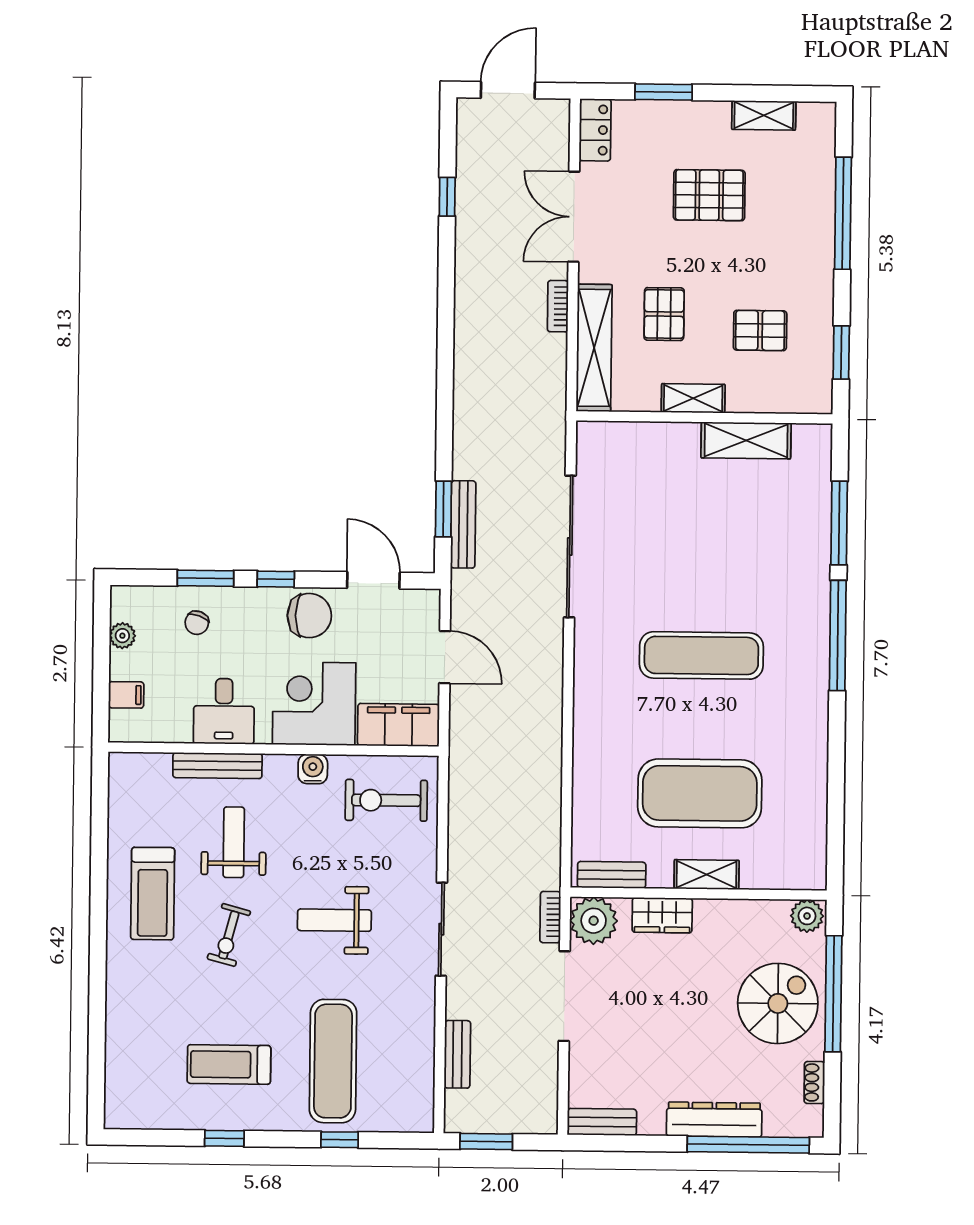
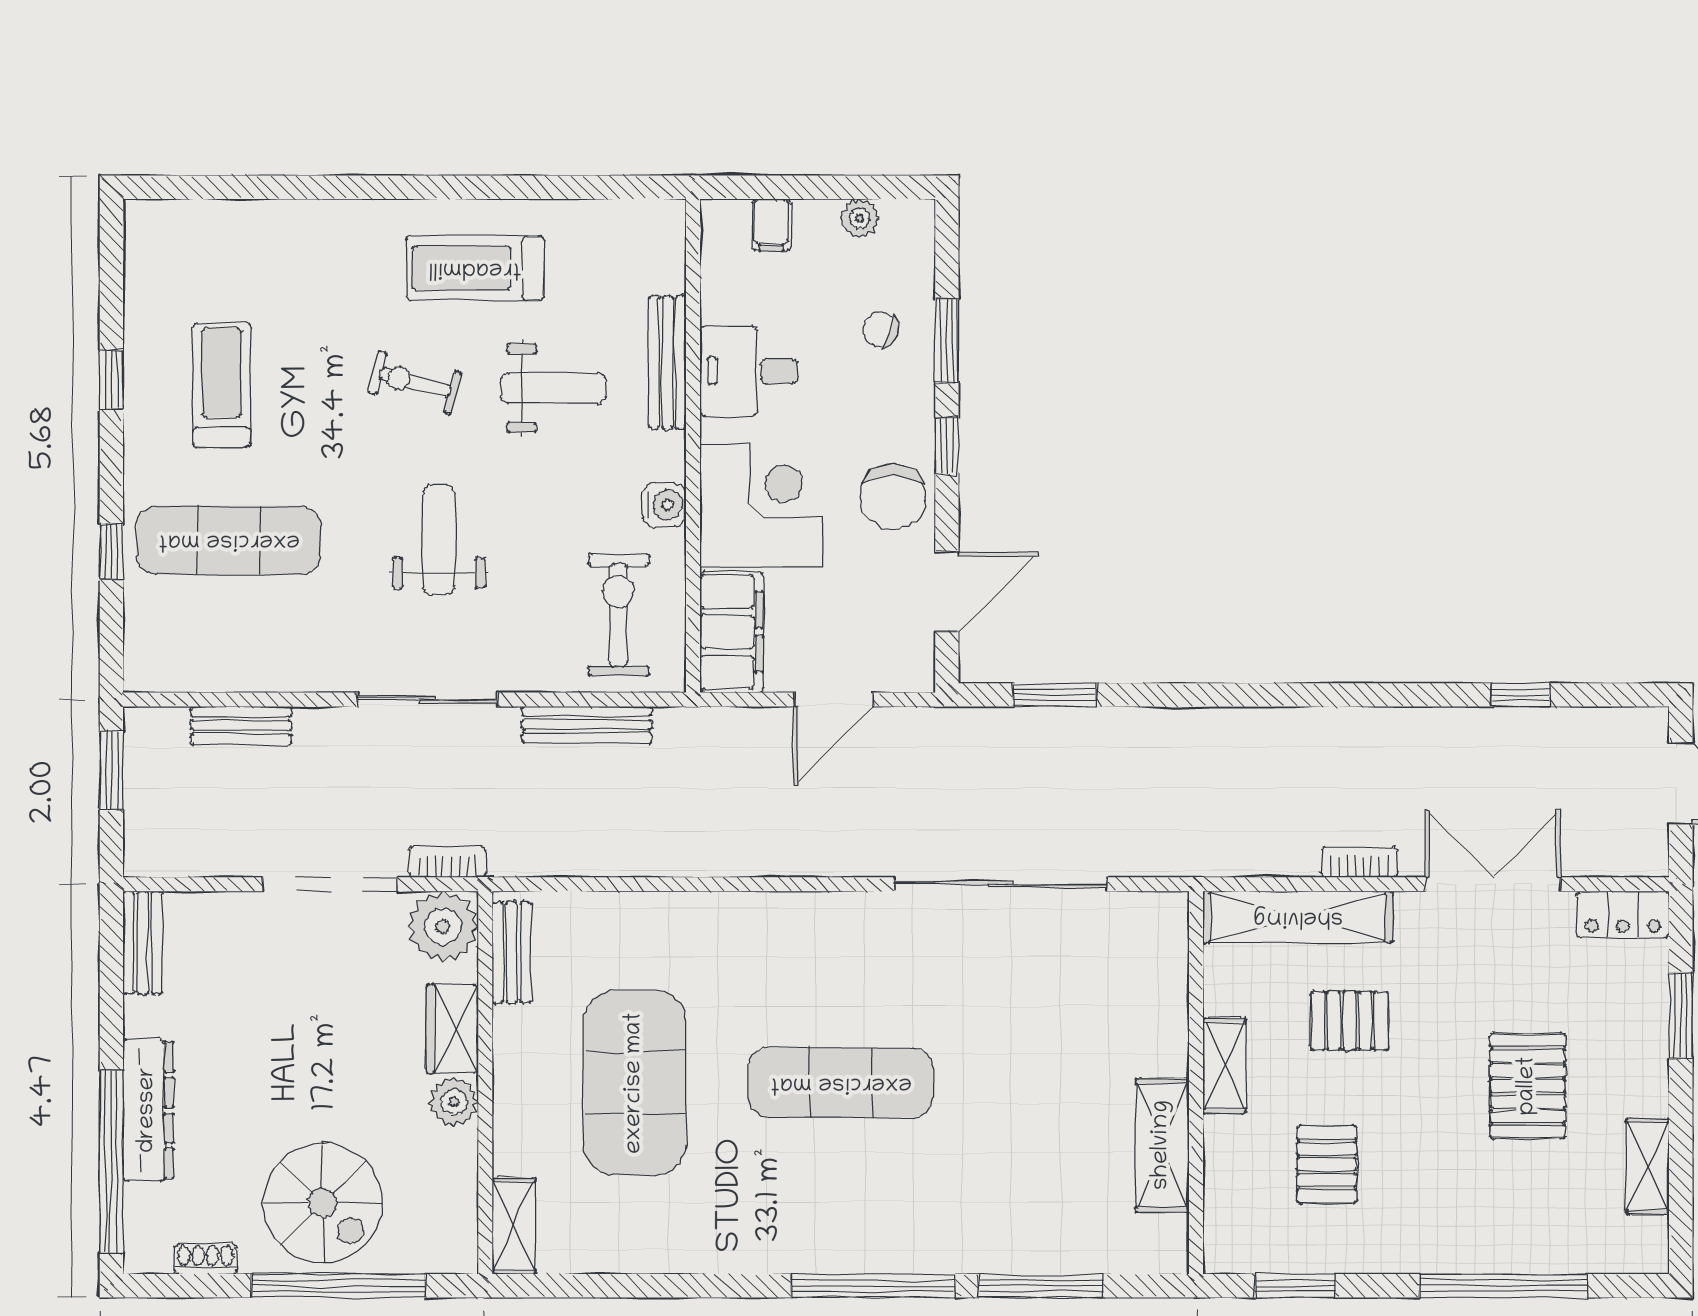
bench: (463, 524) -> (587, 725), moved
exercise mat: (701, 655) -> (841, 1083), turned 90
shelving: (707, 874) -> (514, 1226), moved
plant: (807, 916) -> (454, 1102), moved

